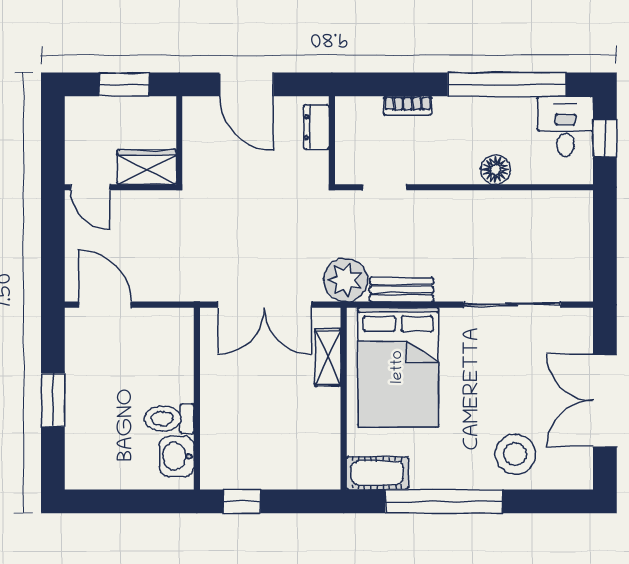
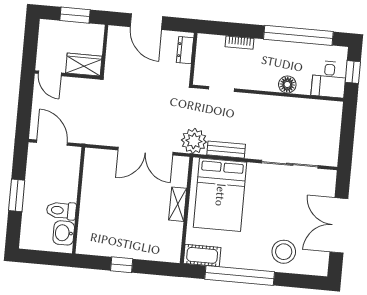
desk: (565, 126) -> (329, 79), moved, turned 180
shelving: (328, 357) -> (178, 204), moved
wall: (197, 399) -> (78, 200), moved
toilet: (169, 419) -> (61, 211), moved
washbasin: (177, 456) -> (64, 233), moved

